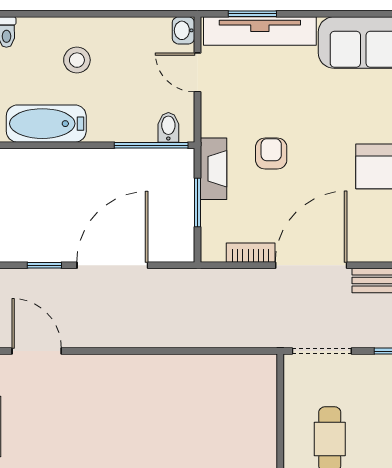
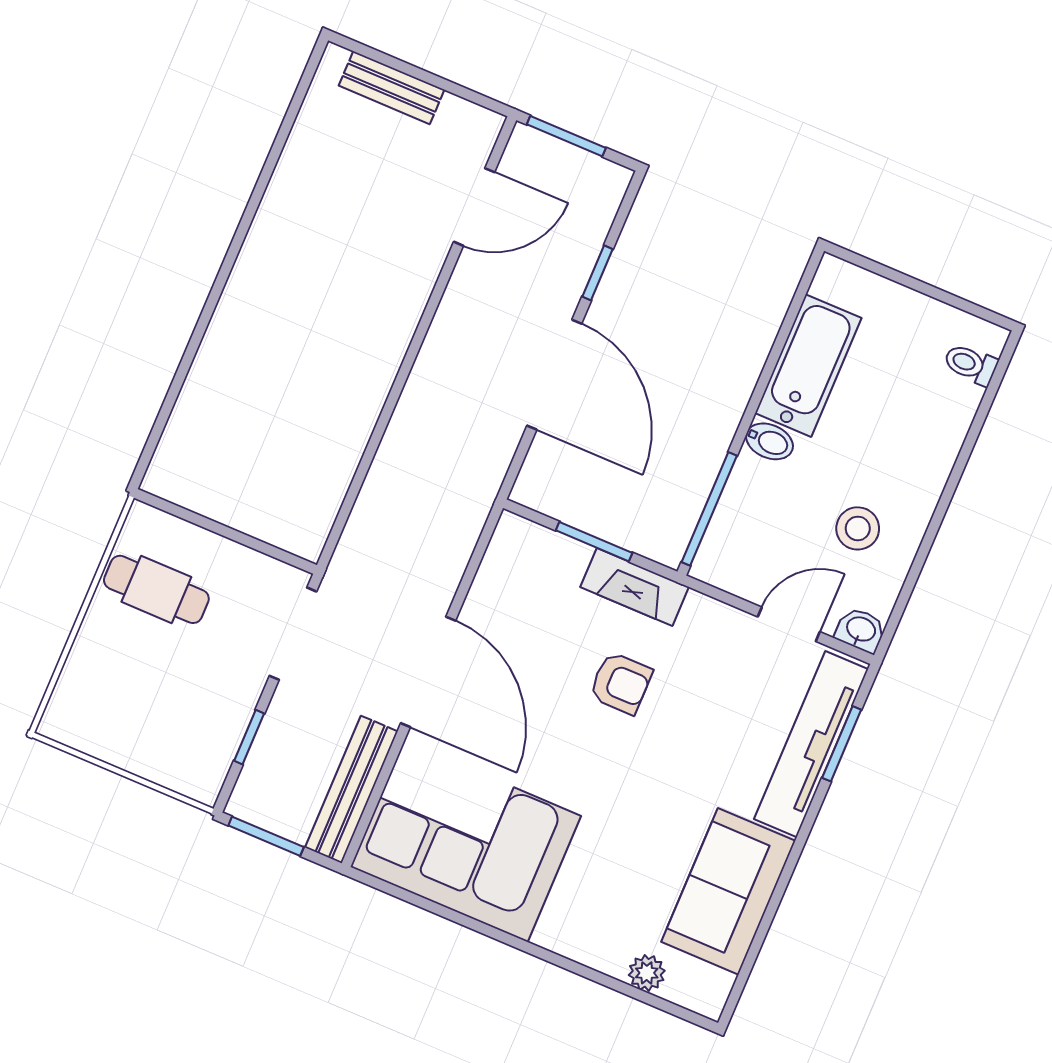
stool: (77, 60) -> (858, 528), moved
bidet: (168, 127) -> (769, 441), moved
bookcase: (251, 253) -> (485, 589), removed

